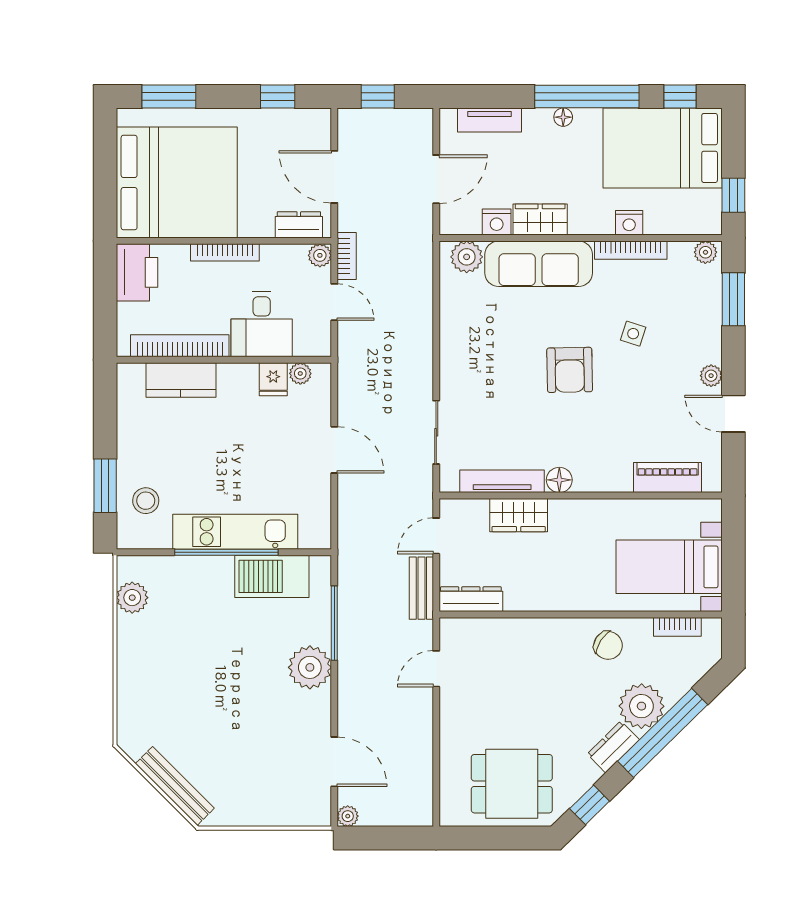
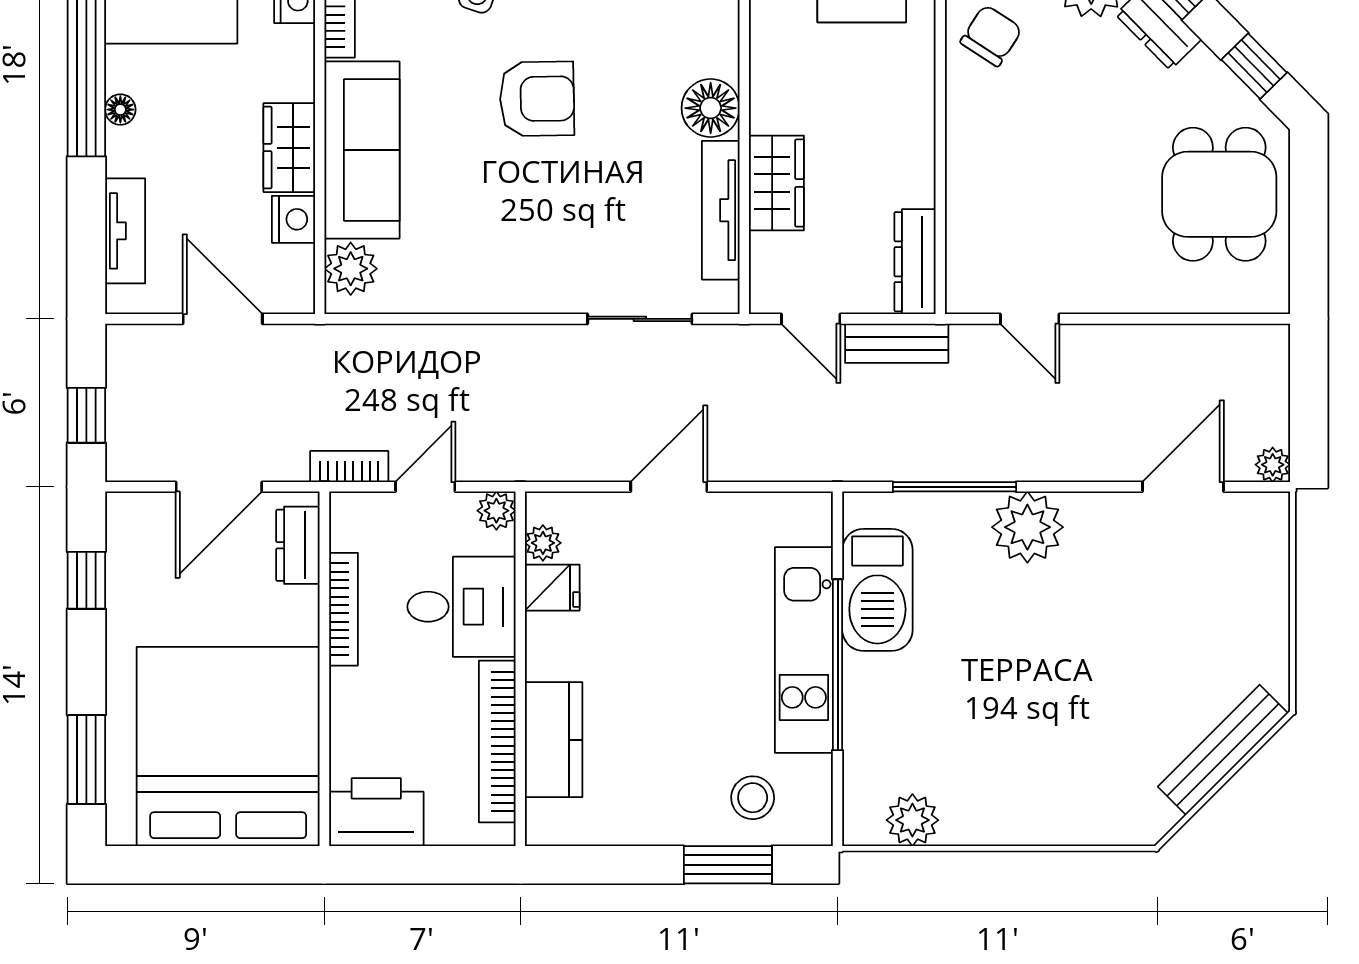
bookcase: (225, 252) -> (343, 609), moved
plant: (320, 255) -> (496, 511), moved
floor lamp: (559, 480) -> (711, 108), width x1.38, depth x1.38

